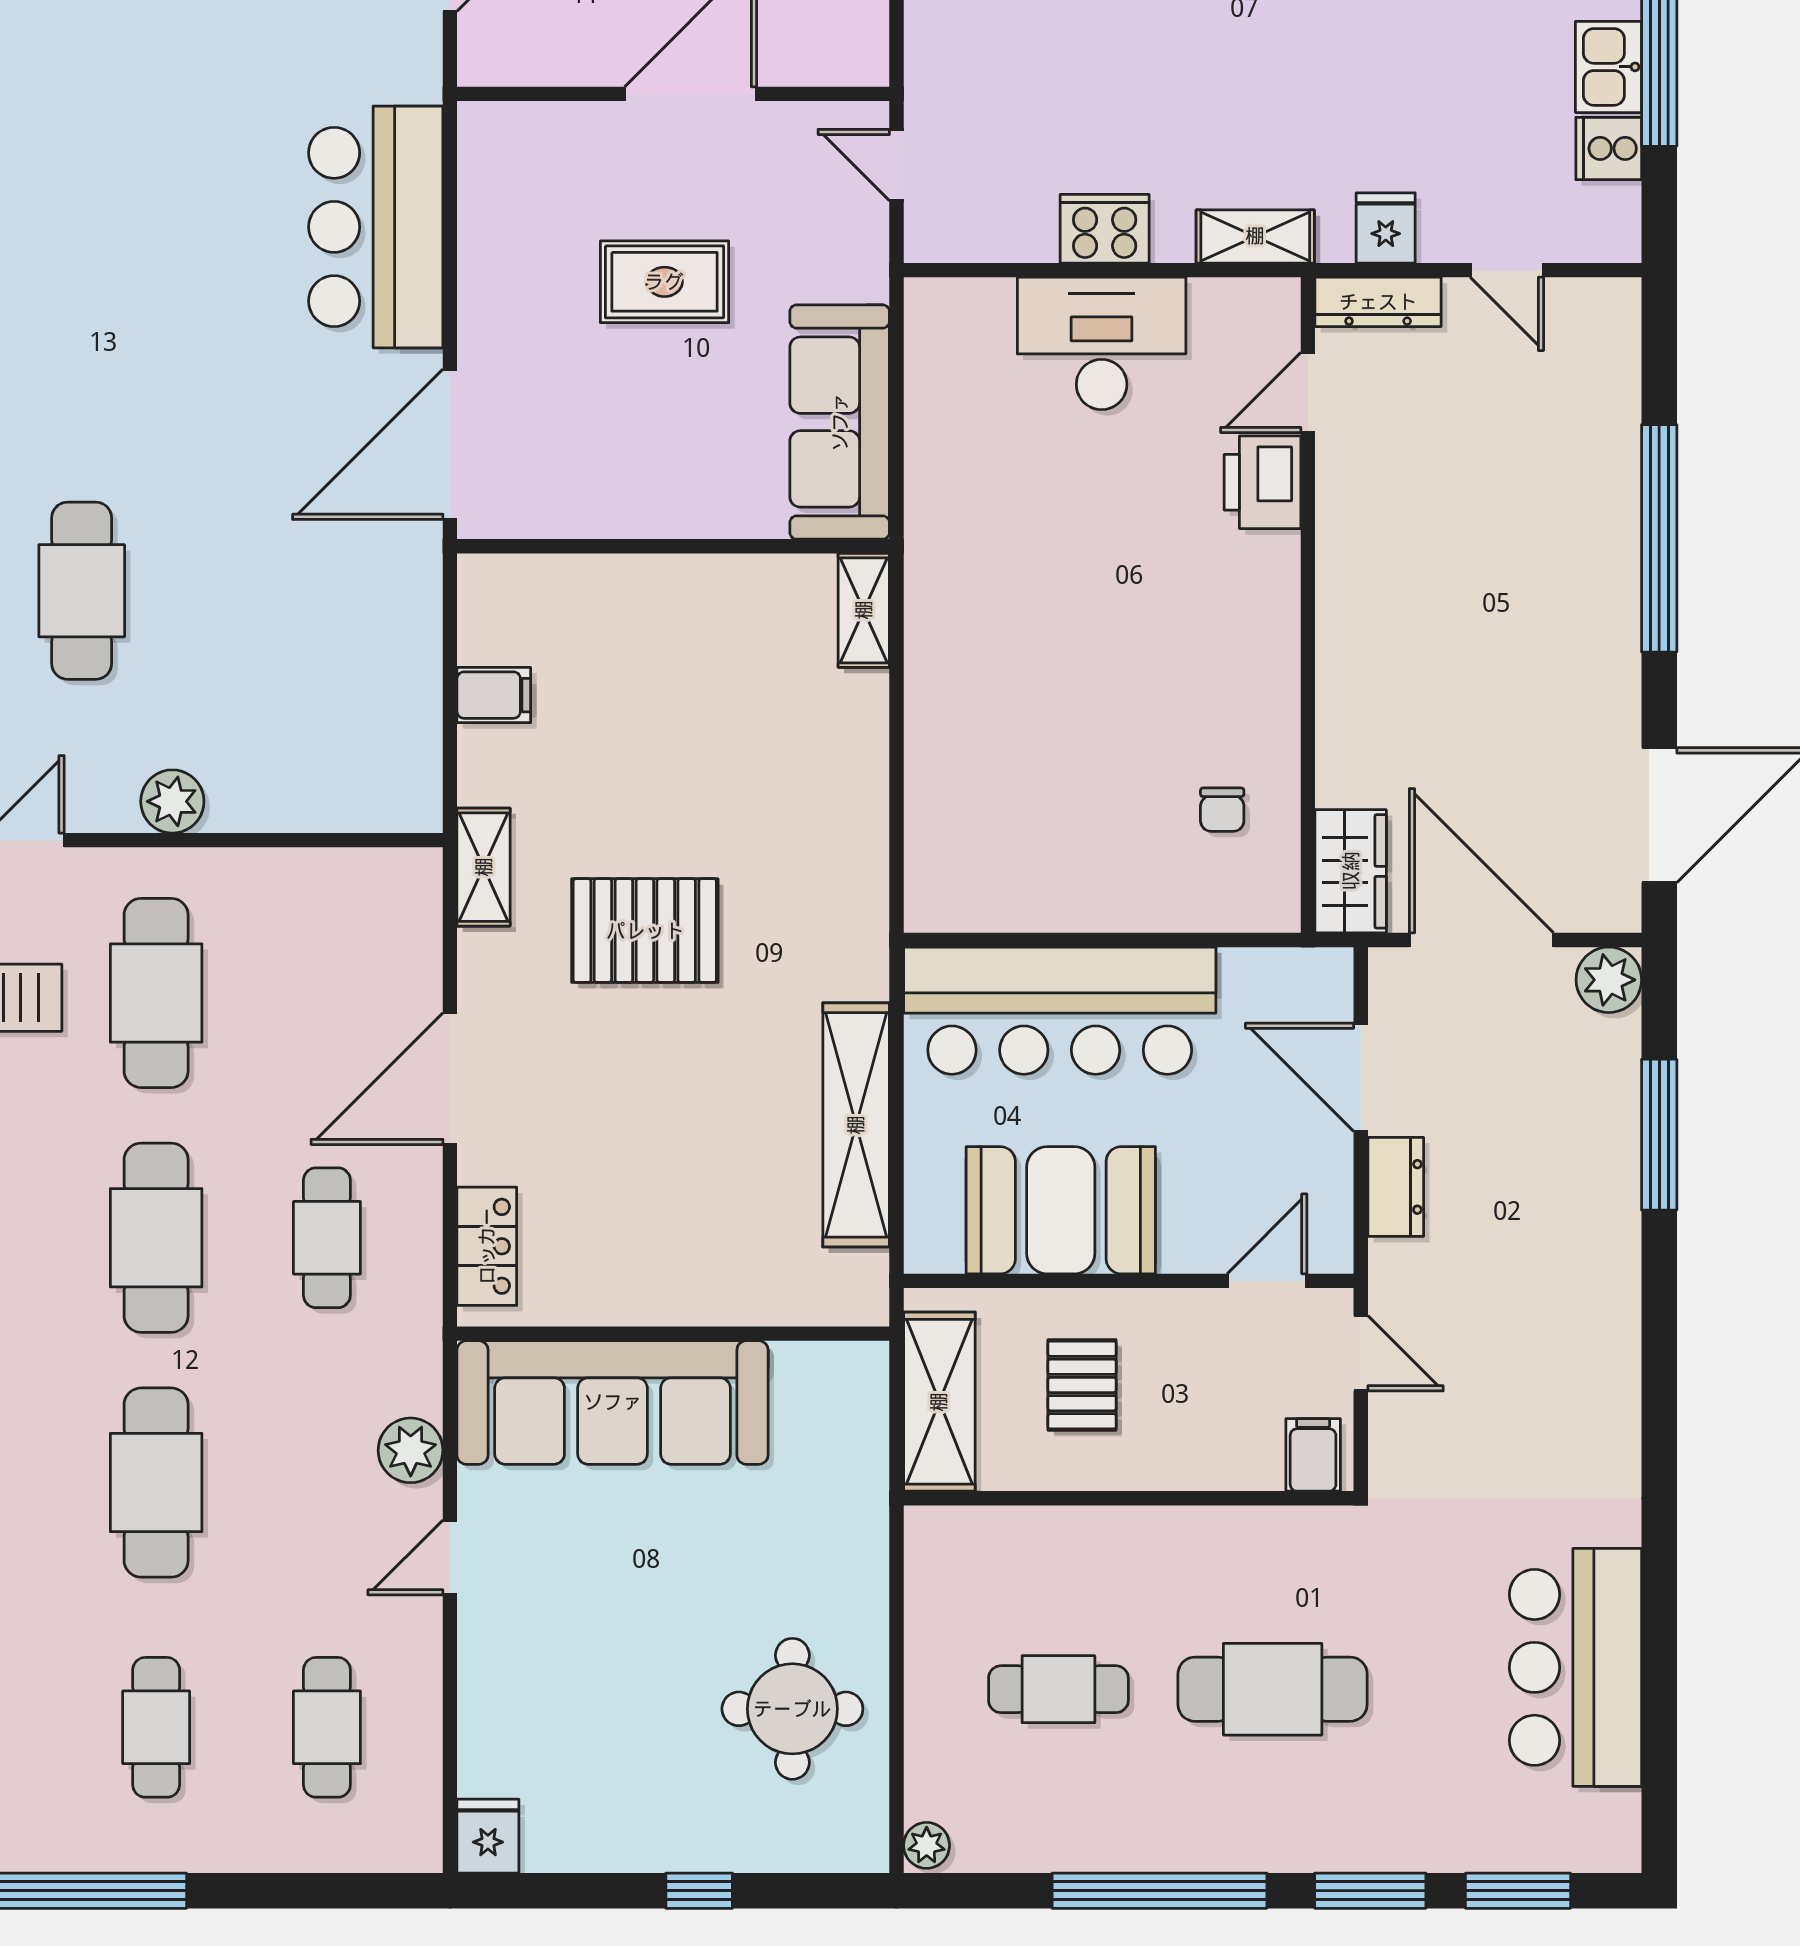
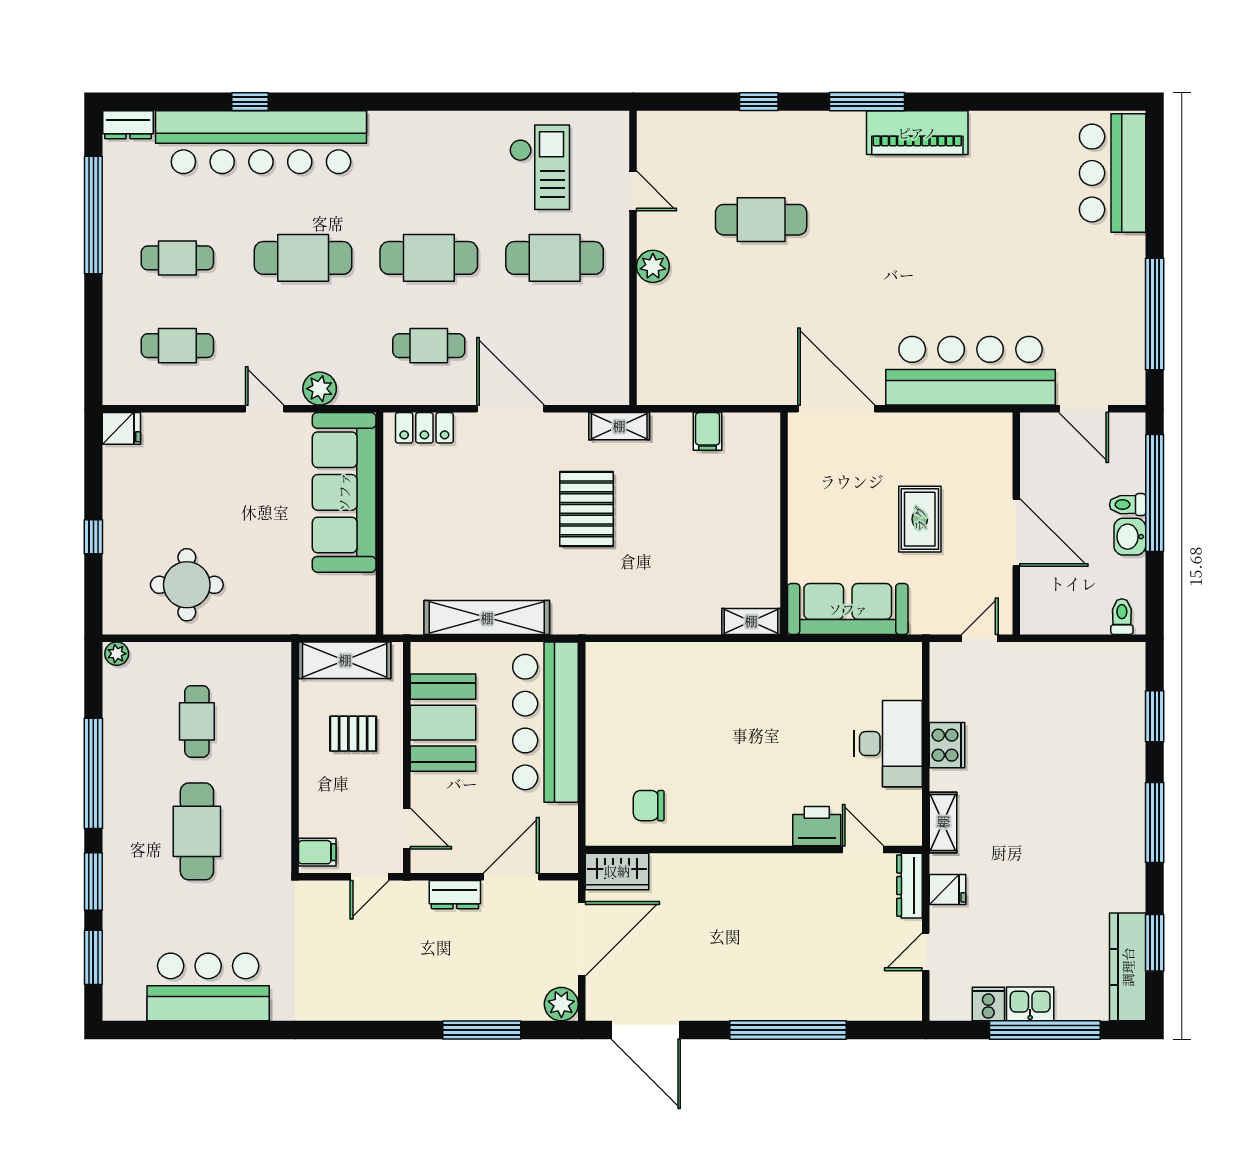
bar counter: (376, 227) -> (971, 371), width x1.36
chair: (1222, 810) -> (649, 806), width x1.37, depth x1.37

